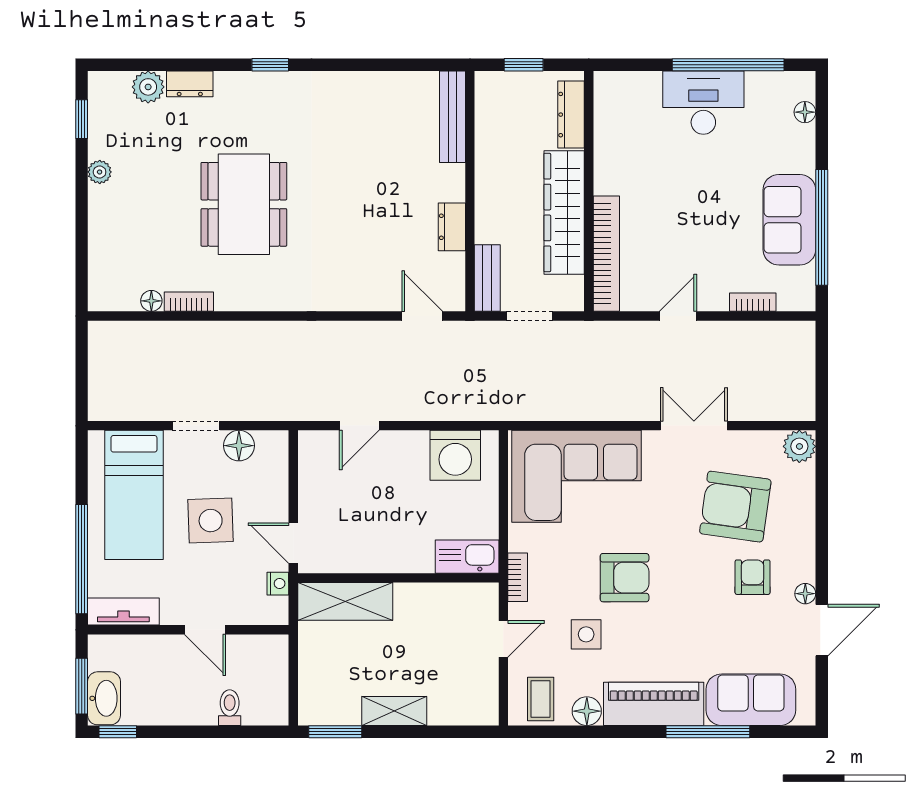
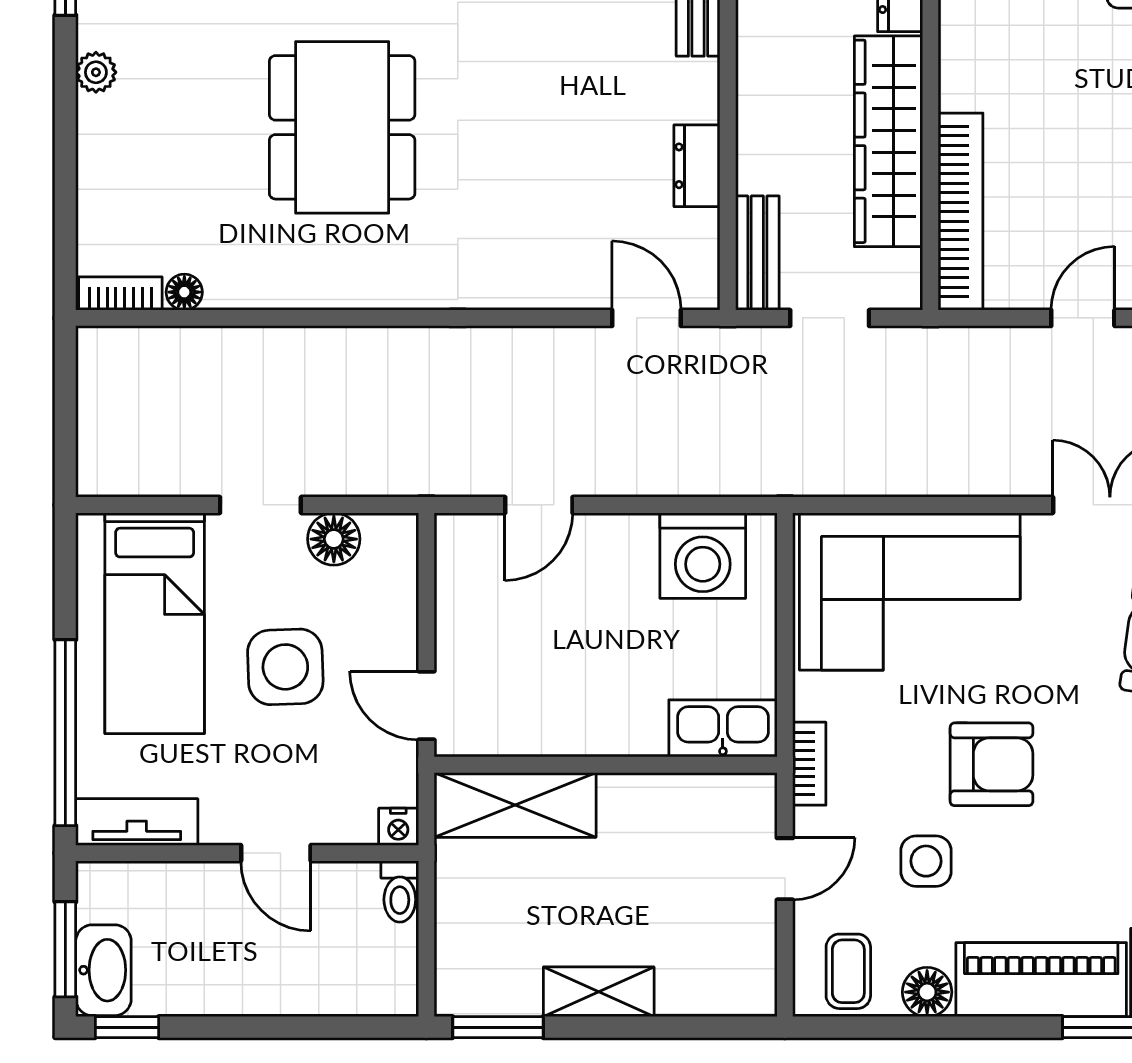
bookcase: (189, 302) -> (120, 293), moved
nightstand: (278, 584) -> (398, 827), moved, turned 90
toilet: (230, 708) -> (400, 892), moved, turned 180

